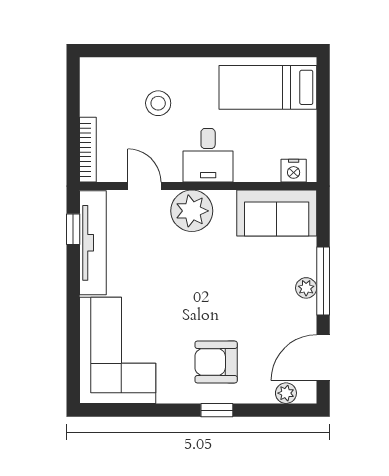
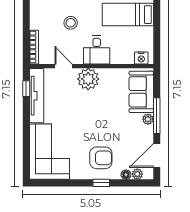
sofa: (277, 213) -> (141, 92), moved, turned 90
armchair: (216, 362) -> (101, 158), turned 180
floor lamp: (264, 394) -> (126, 175), added

